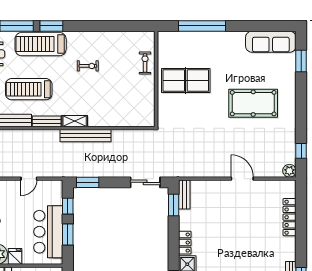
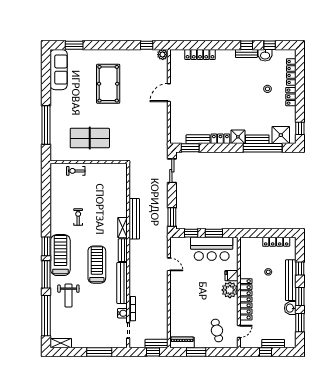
treadmill: (41, 44) -> (60, 255), turned 180
table tennis table: (186, 81) -> (90, 138), turned 90
treadmill: (29, 89) -> (97, 265), turned 180
bench: (184, 194) -> (198, 139), moved

